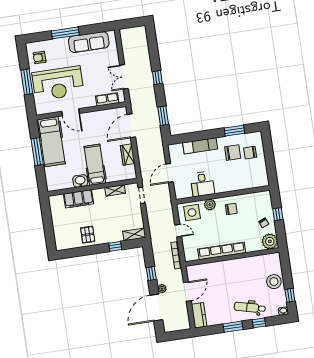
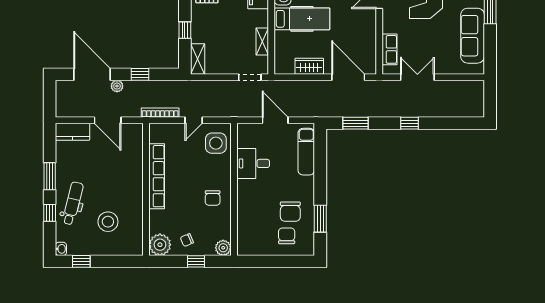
exam couch: (200, 146) -> (306, 152), moved
plant: (210, 205) -> (223, 248), moved
stool: (274, 282) -> (108, 222), moved

